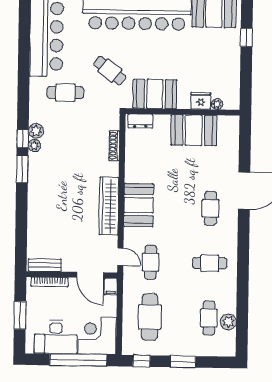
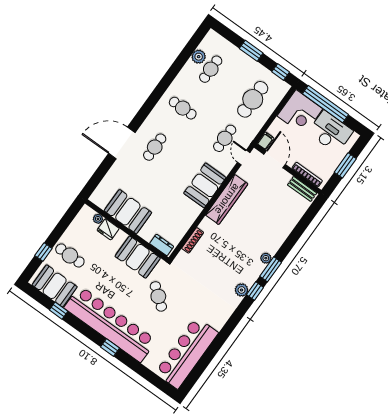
cafe table: (65, 93) -> (70, 255), moved
plant: (34, 146) -> (266, 258), moved

